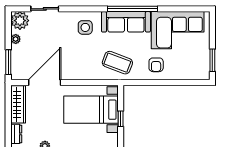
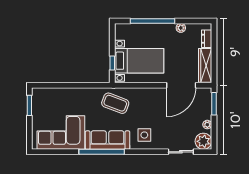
armchair: (156, 65) -> (80, 101), removed
window: (121, 119) -> (112, 63), moved

